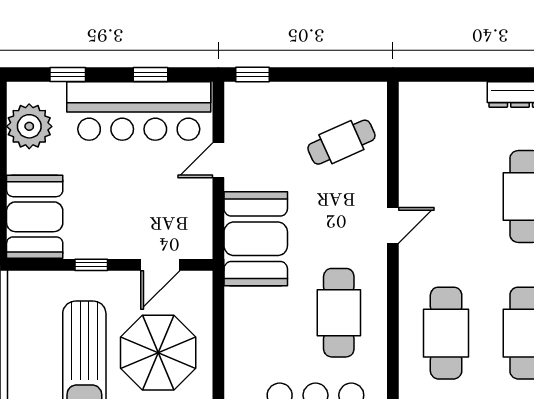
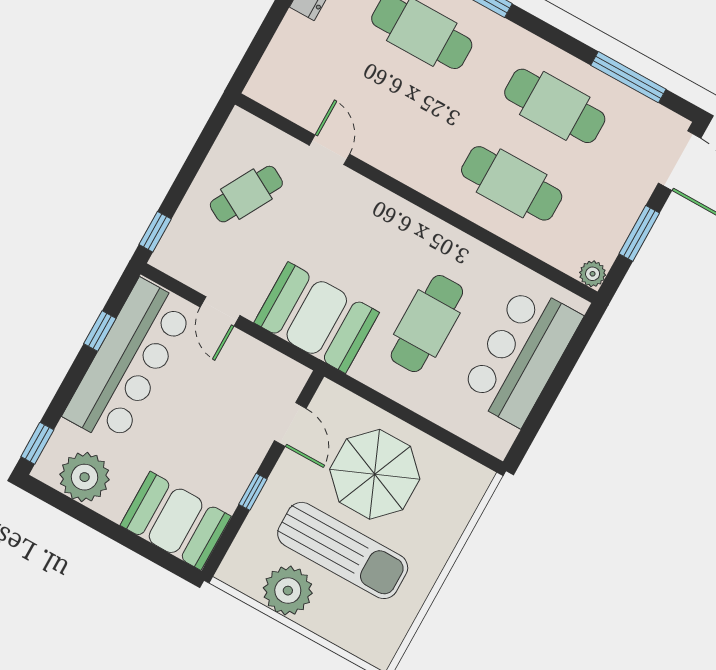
window: (68, 75) -> (37, 443), moved
cafe table: (341, 142) -> (246, 194), moved, turned 53
door: (393, 225) -> (329, 150), moved
cafe table: (339, 313) -> (427, 324), moved, turned 90
plant: (29, 335) -> (288, 591), added

